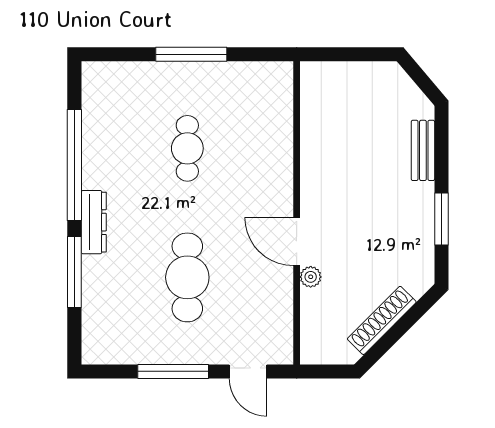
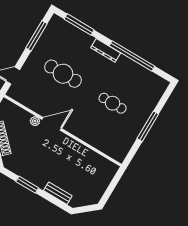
window: (74, 272) -> (79, 24), moved
window: (173, 371) -> (37, 36), moved

